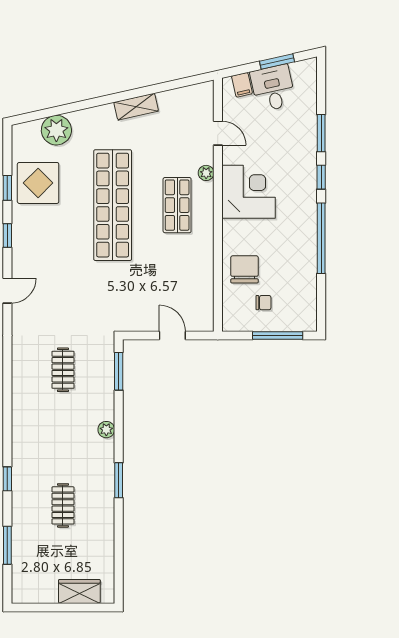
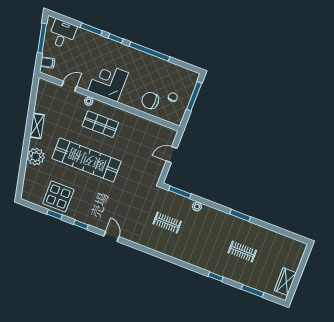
window: (277, 61) -> (42, 38), width x1.44
desk: (273, 88) -> (62, 34), moved, turned 103
plant: (56, 130) -> (36, 157), moved
plant: (106, 430) -> (197, 206), moved
wardrobe: (79, 591) -> (285, 282), moved

